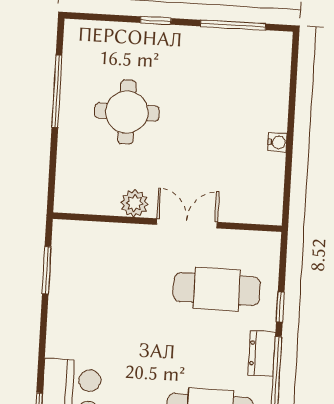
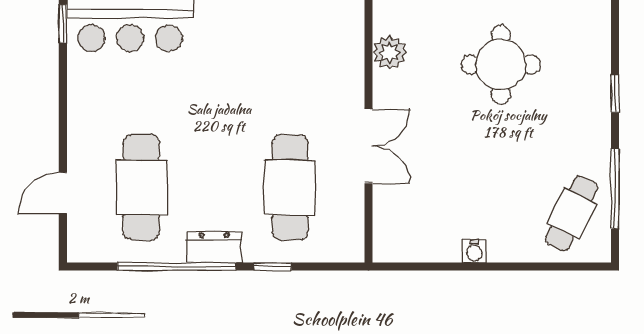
cafe table: (251, 62) -> (571, 213), added
plant: (134, 203) -> (389, 53), moved

